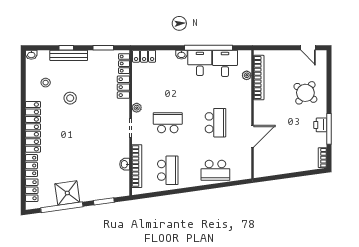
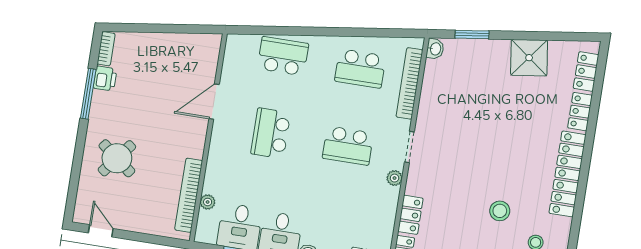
printer: (320, 125) -> (105, 79), moved
washbasin: (125, 164) -> (435, 49), moved
school desk: (168, 170) -> (360, 68), turned -90
window: (62, 207) -> (542, 36), removed

